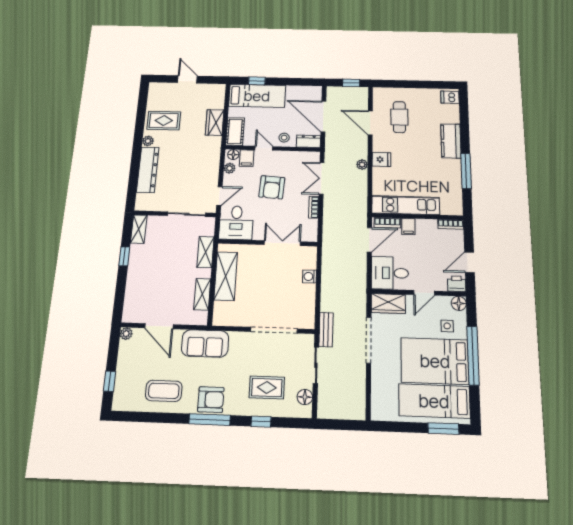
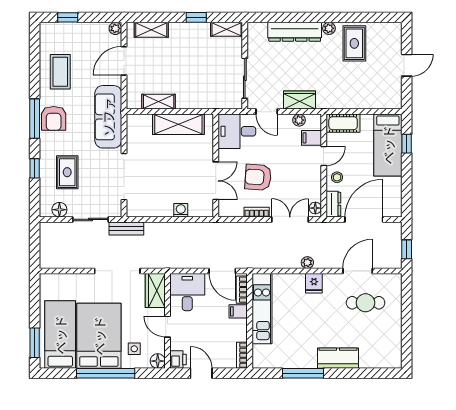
dishwasher: (450, 97) -> (391, 359), removed
wardrobe: (215, 123) -> (299, 100), moved
floor lamp: (233, 155) -> (315, 208), moved
armchair: (272, 187) -> (258, 177), moved
shelving: (205, 252) -> (151, 30), moved
sofa: (205, 343) -> (108, 117), width x1.36

